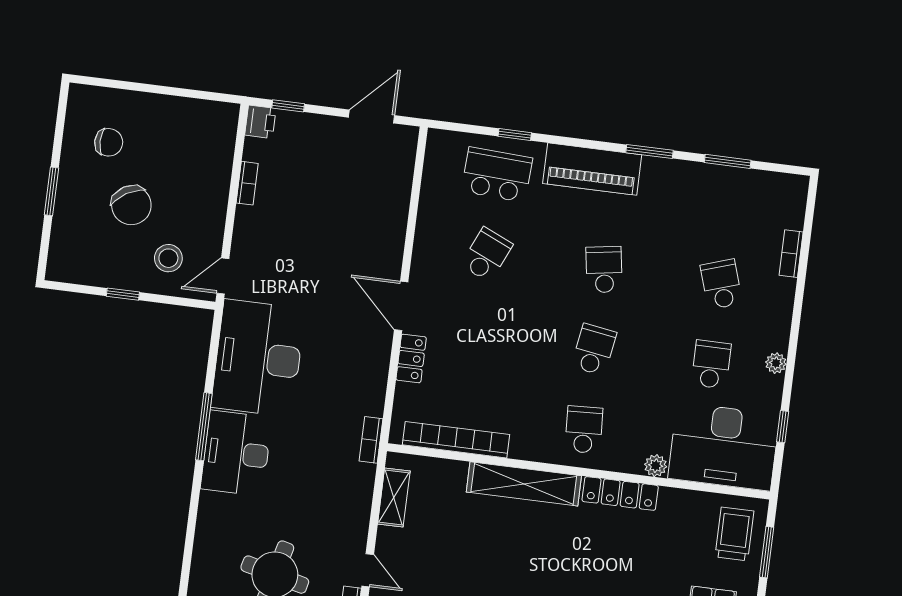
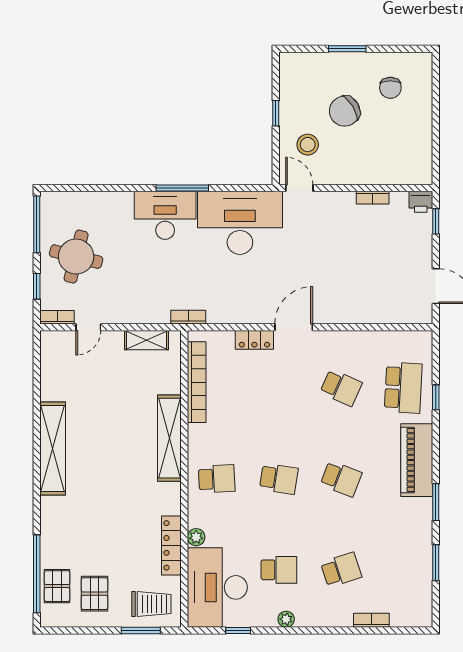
school desk: (604, 269) -> (341, 479), turned 30
locker: (620, 493) -> (171, 545), moved

